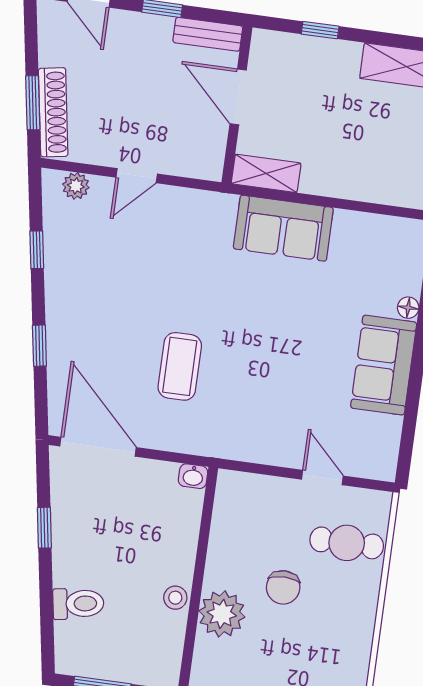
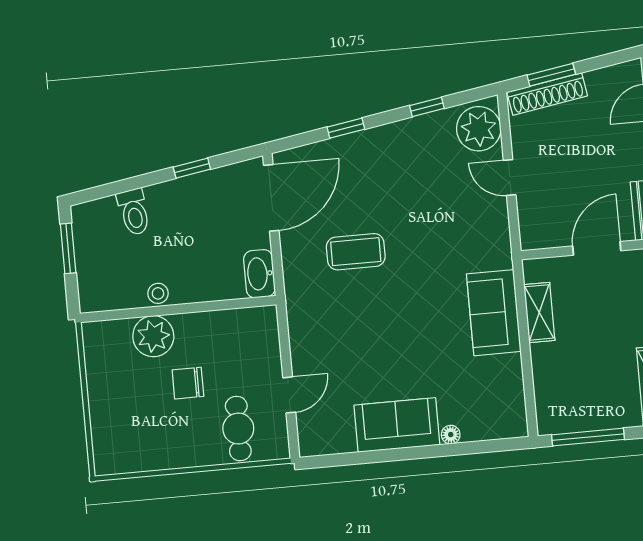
shelving: (266, 173) -> (539, 312), moved
plant: (76, 186) -> (479, 129), width x1.88, depth x1.88
washbasin: (193, 476) -> (259, 274), width x1.91, depth x1.45

